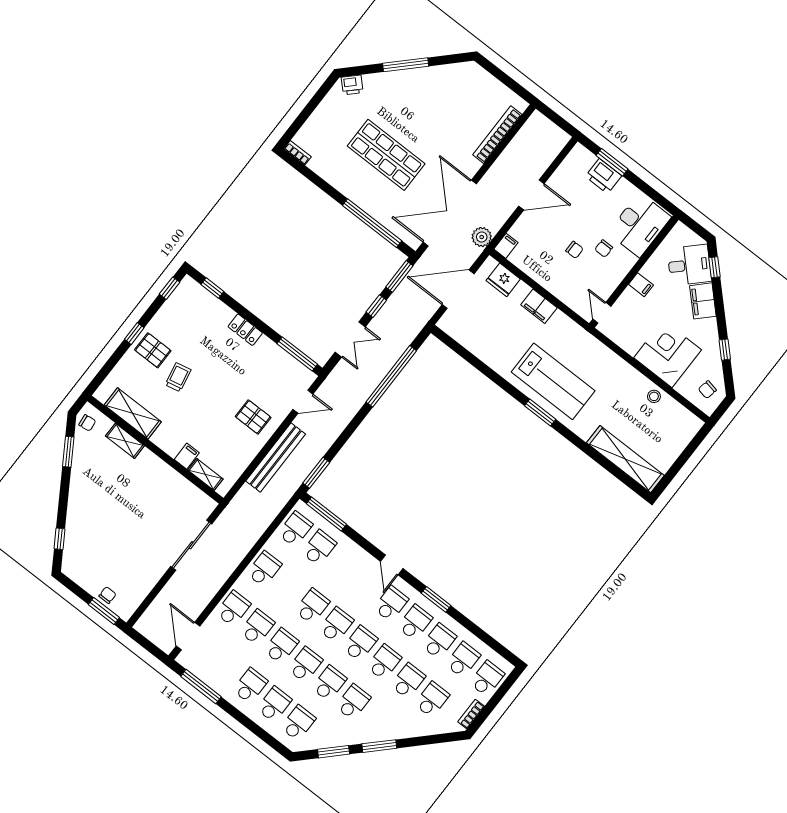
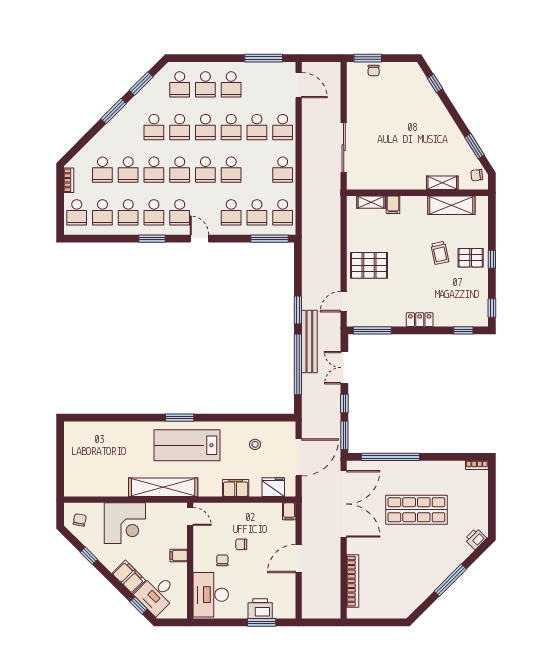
plant: (482, 237) -> (310, 505), removed
stool: (654, 396) -> (255, 444), moved
pallet: (253, 417) -> (369, 265), width x1.50, depth x1.42
bench: (276, 458) -> (309, 342), moved
shelving: (625, 459) -> (163, 487), moved
window: (316, 473) -> (298, 310), moved
school desk: (343, 566) -> (231, 212), added

